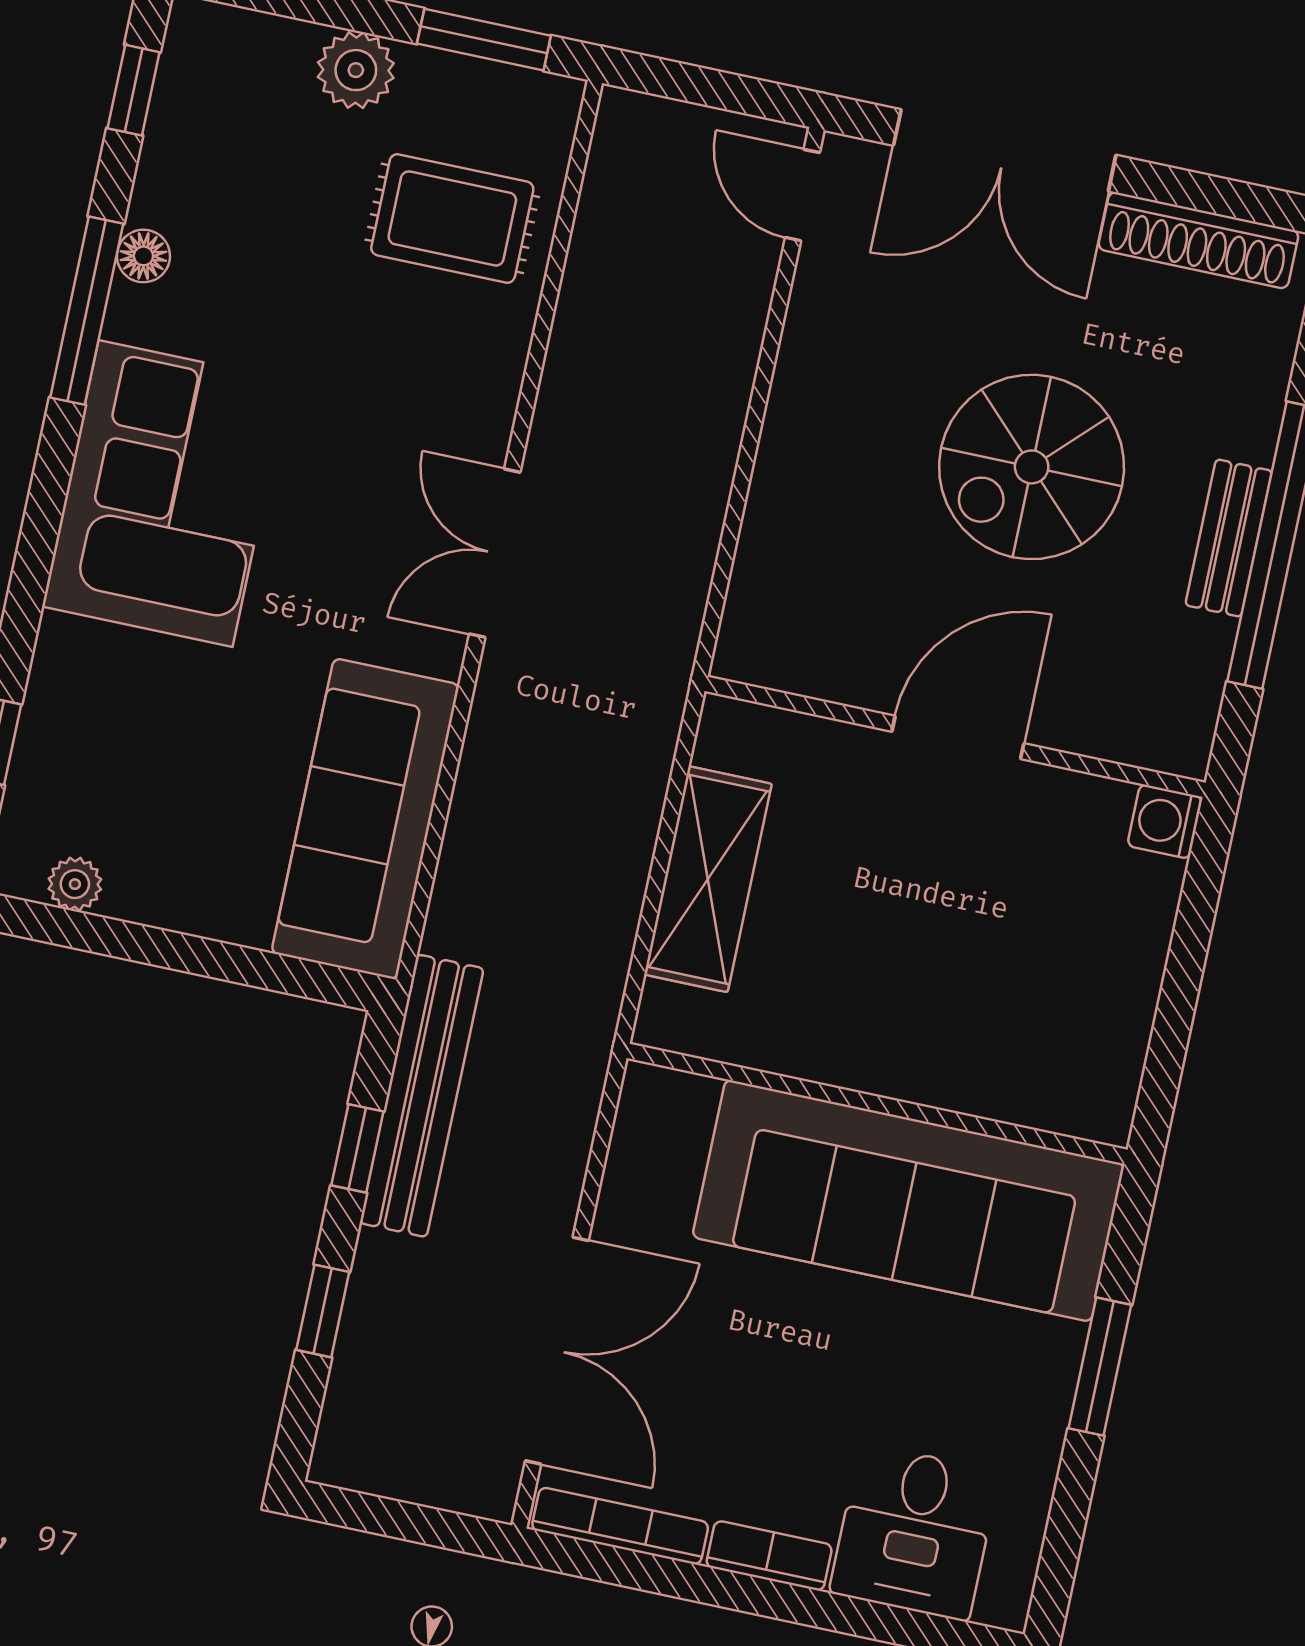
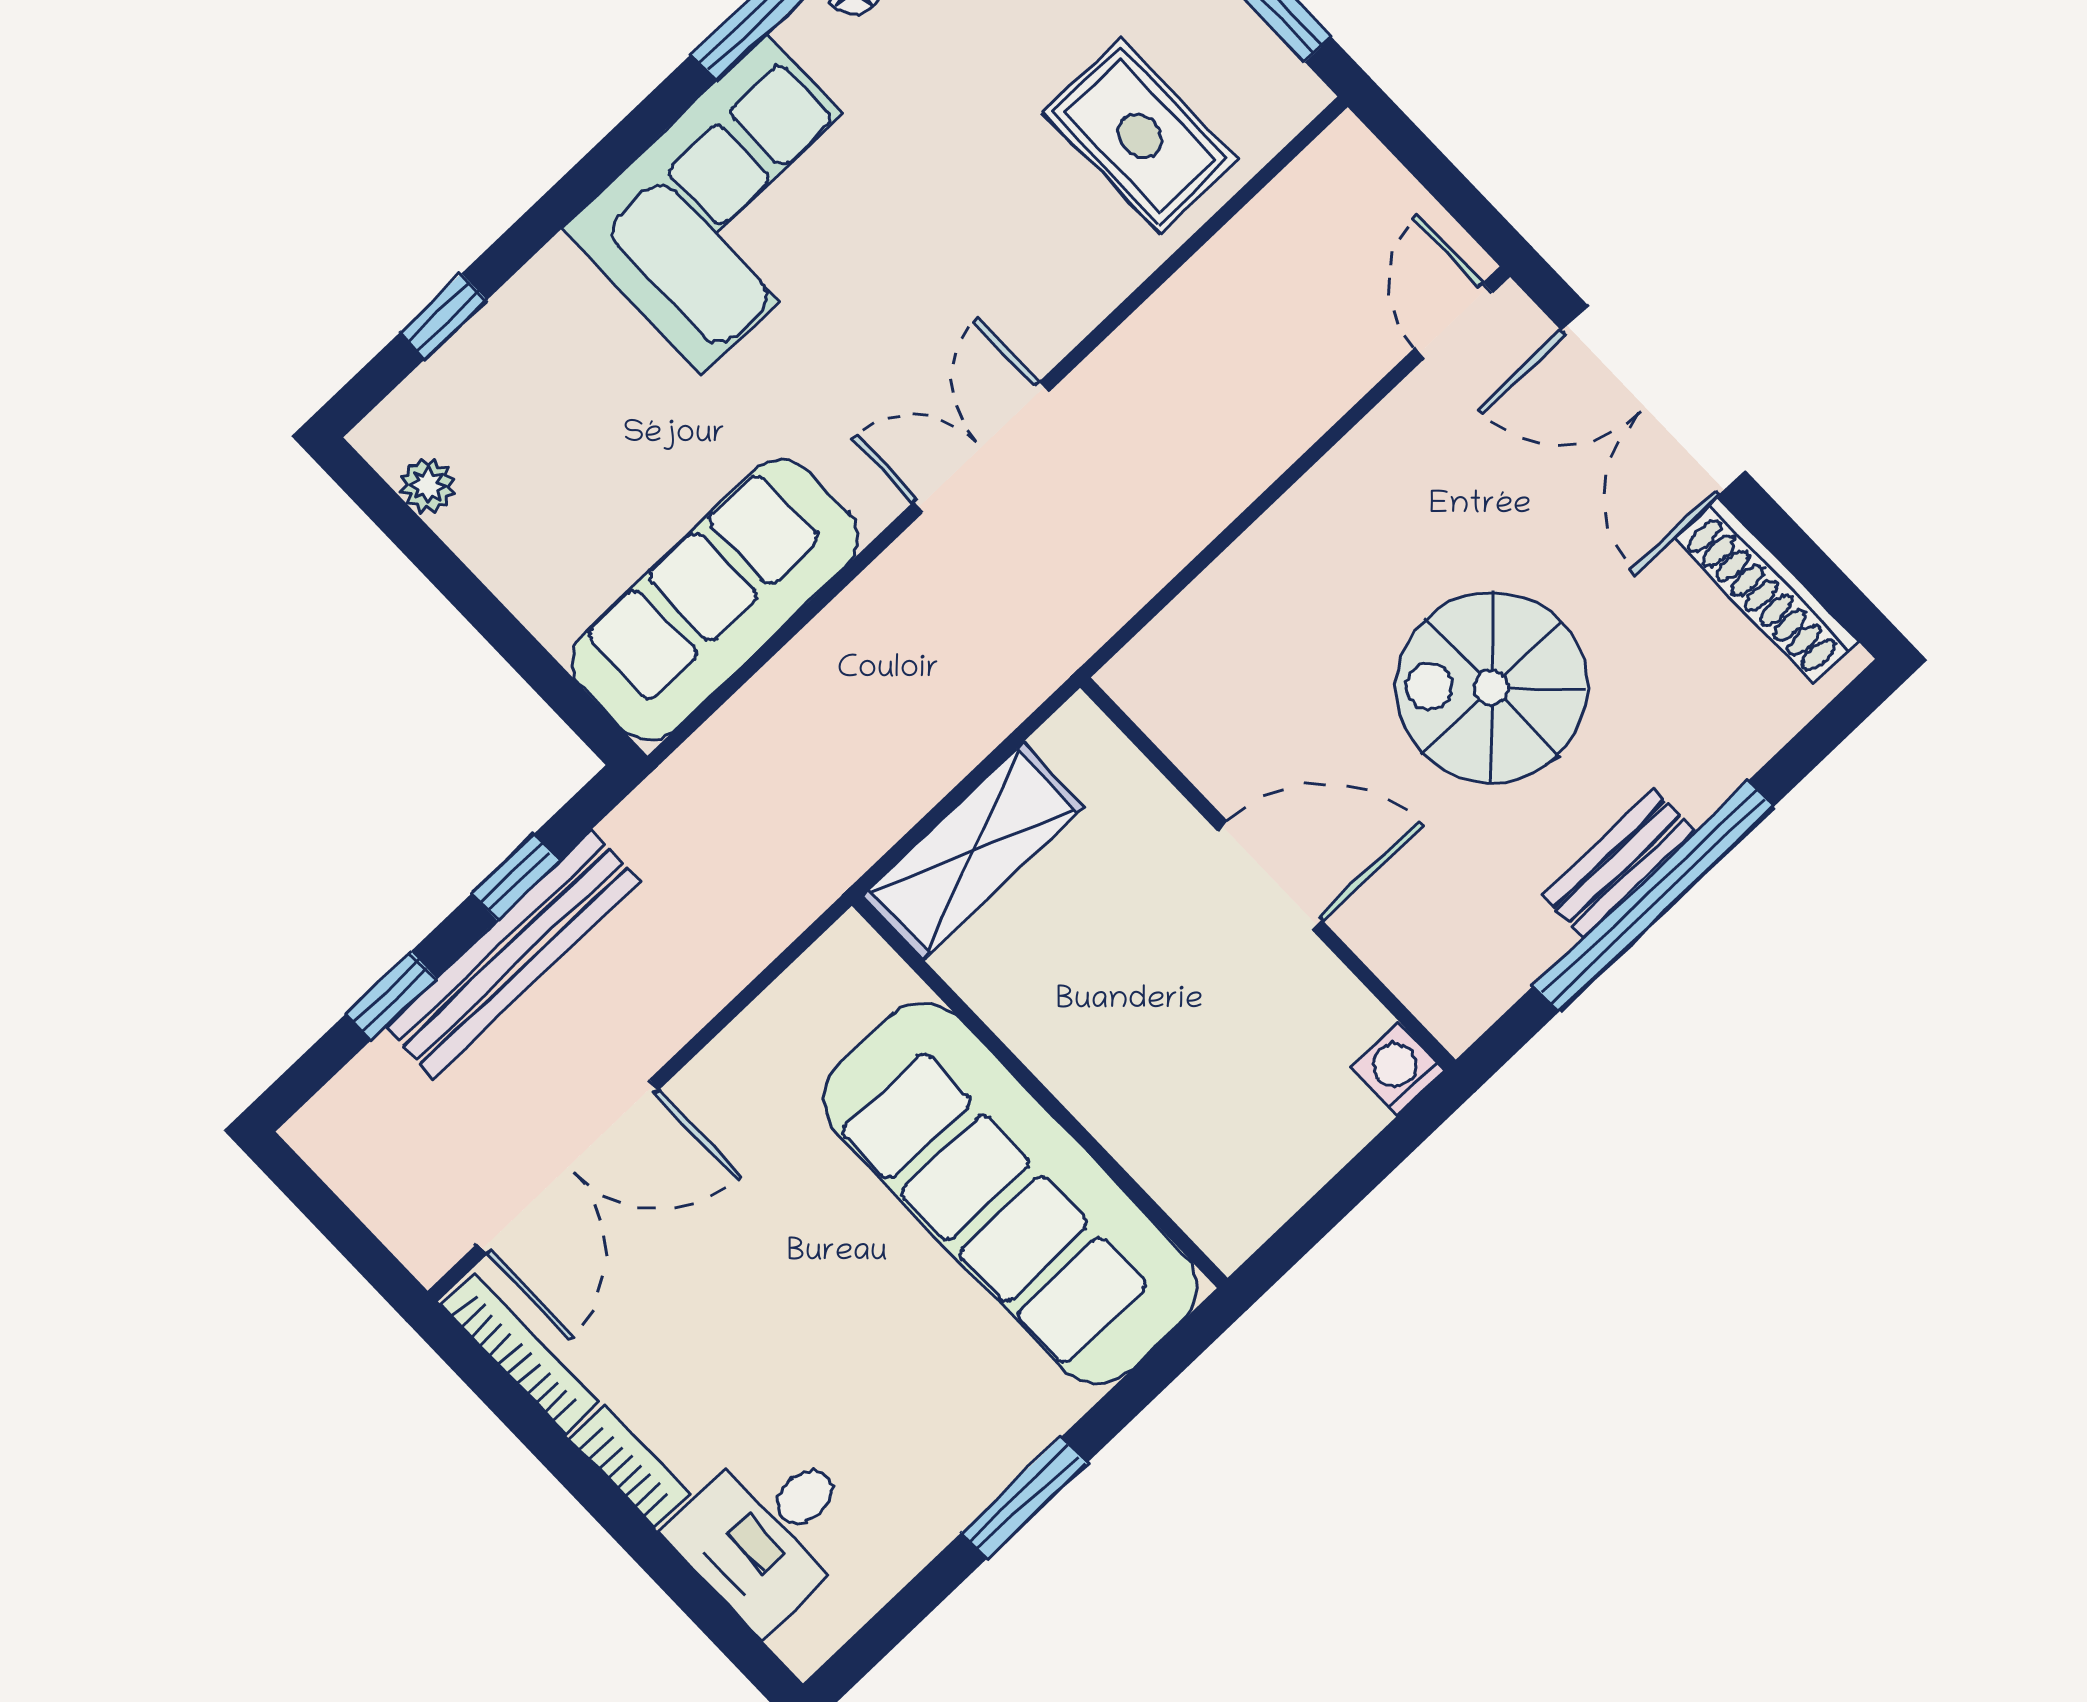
bench: (422, 1096) -> (513, 954), moved
wall: (877, 1104) -> (1040, 1092), moved
sofa: (908, 1201) -> (1010, 1193), moved

